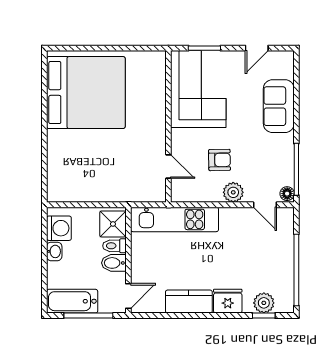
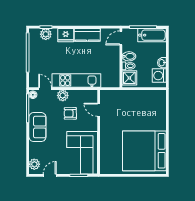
plant: (284, 68) -> (34, 164), added
sofa: (279, 106) -> (37, 127), moved
kitchen unit: (174, 219) -> (76, 80), moved

